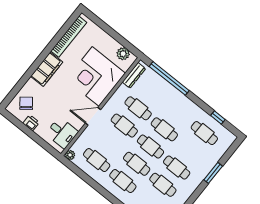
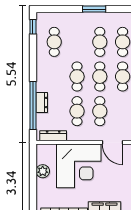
plant: (123, 54) -> (43, 171), moved
dresser: (166, 87) -> (42, 102), added
window: (218, 118) -> (33, 27), moved
window: (213, 173) -> (94, 9), moved

